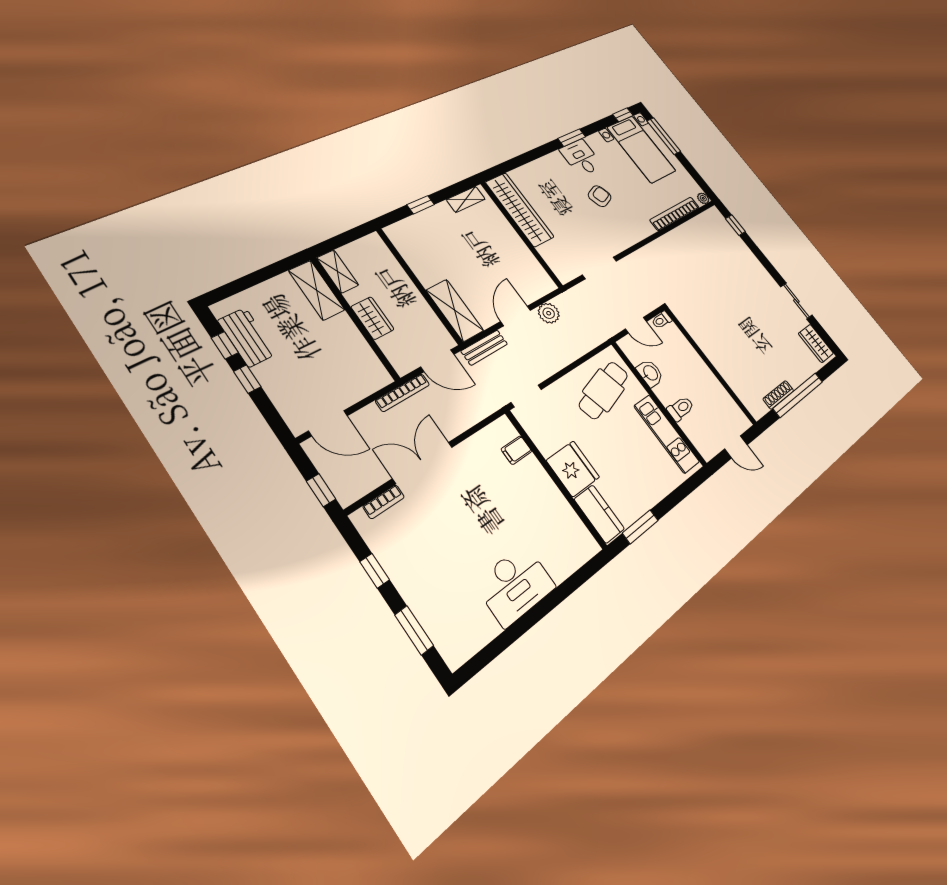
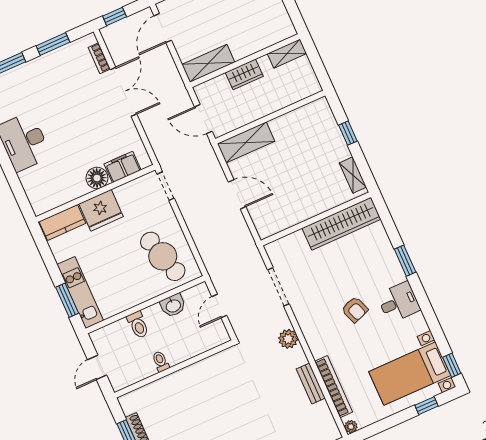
window: (664, 136) -> (426, 406), width x0.46
window: (572, 138) -> (405, 261), moved
shelving: (317, 290) -> (208, 63), moved
plant: (549, 313) -> (288, 339), moved
toilet: (662, 320) -> (161, 361), moved
bench: (484, 348) -> (311, 384), moved
door: (437, 361) -> (203, 119), hinge flipped
bookcase: (403, 393) -> (180, 87), removed
kitchen unit: (667, 434) -> (80, 292), moved, turned 90
filing cabinet: (516, 450) -> (123, 167), width x2.00
floor lamp: (537, 480) -> (97, 178), added
window: (640, 527) -> (67, 300), moved
window: (375, 571) -> (53, 44), width x1.50

